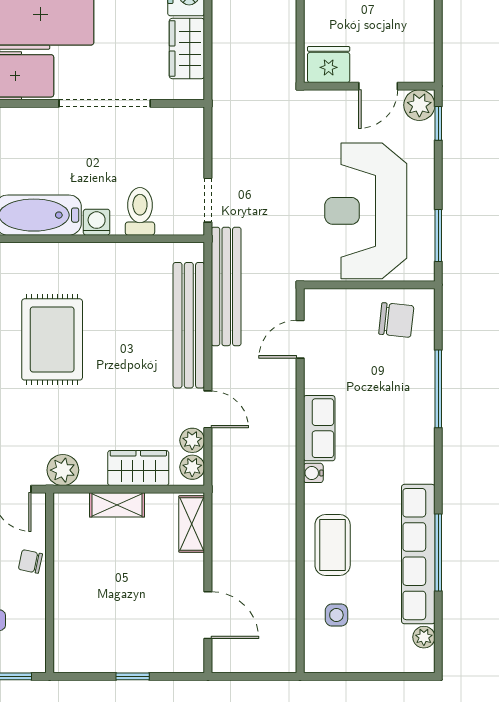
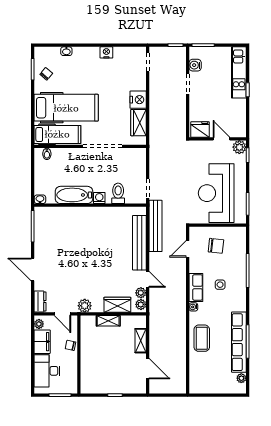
door: (378, 86) -> (221, 139), swing flipped
chair: (396, 320) -> (216, 246), moved
rug: (52, 339) -> (80, 249), removed
shelving: (192, 524) -> (141, 341), moved
side table: (336, 615) -> (220, 285), moved

